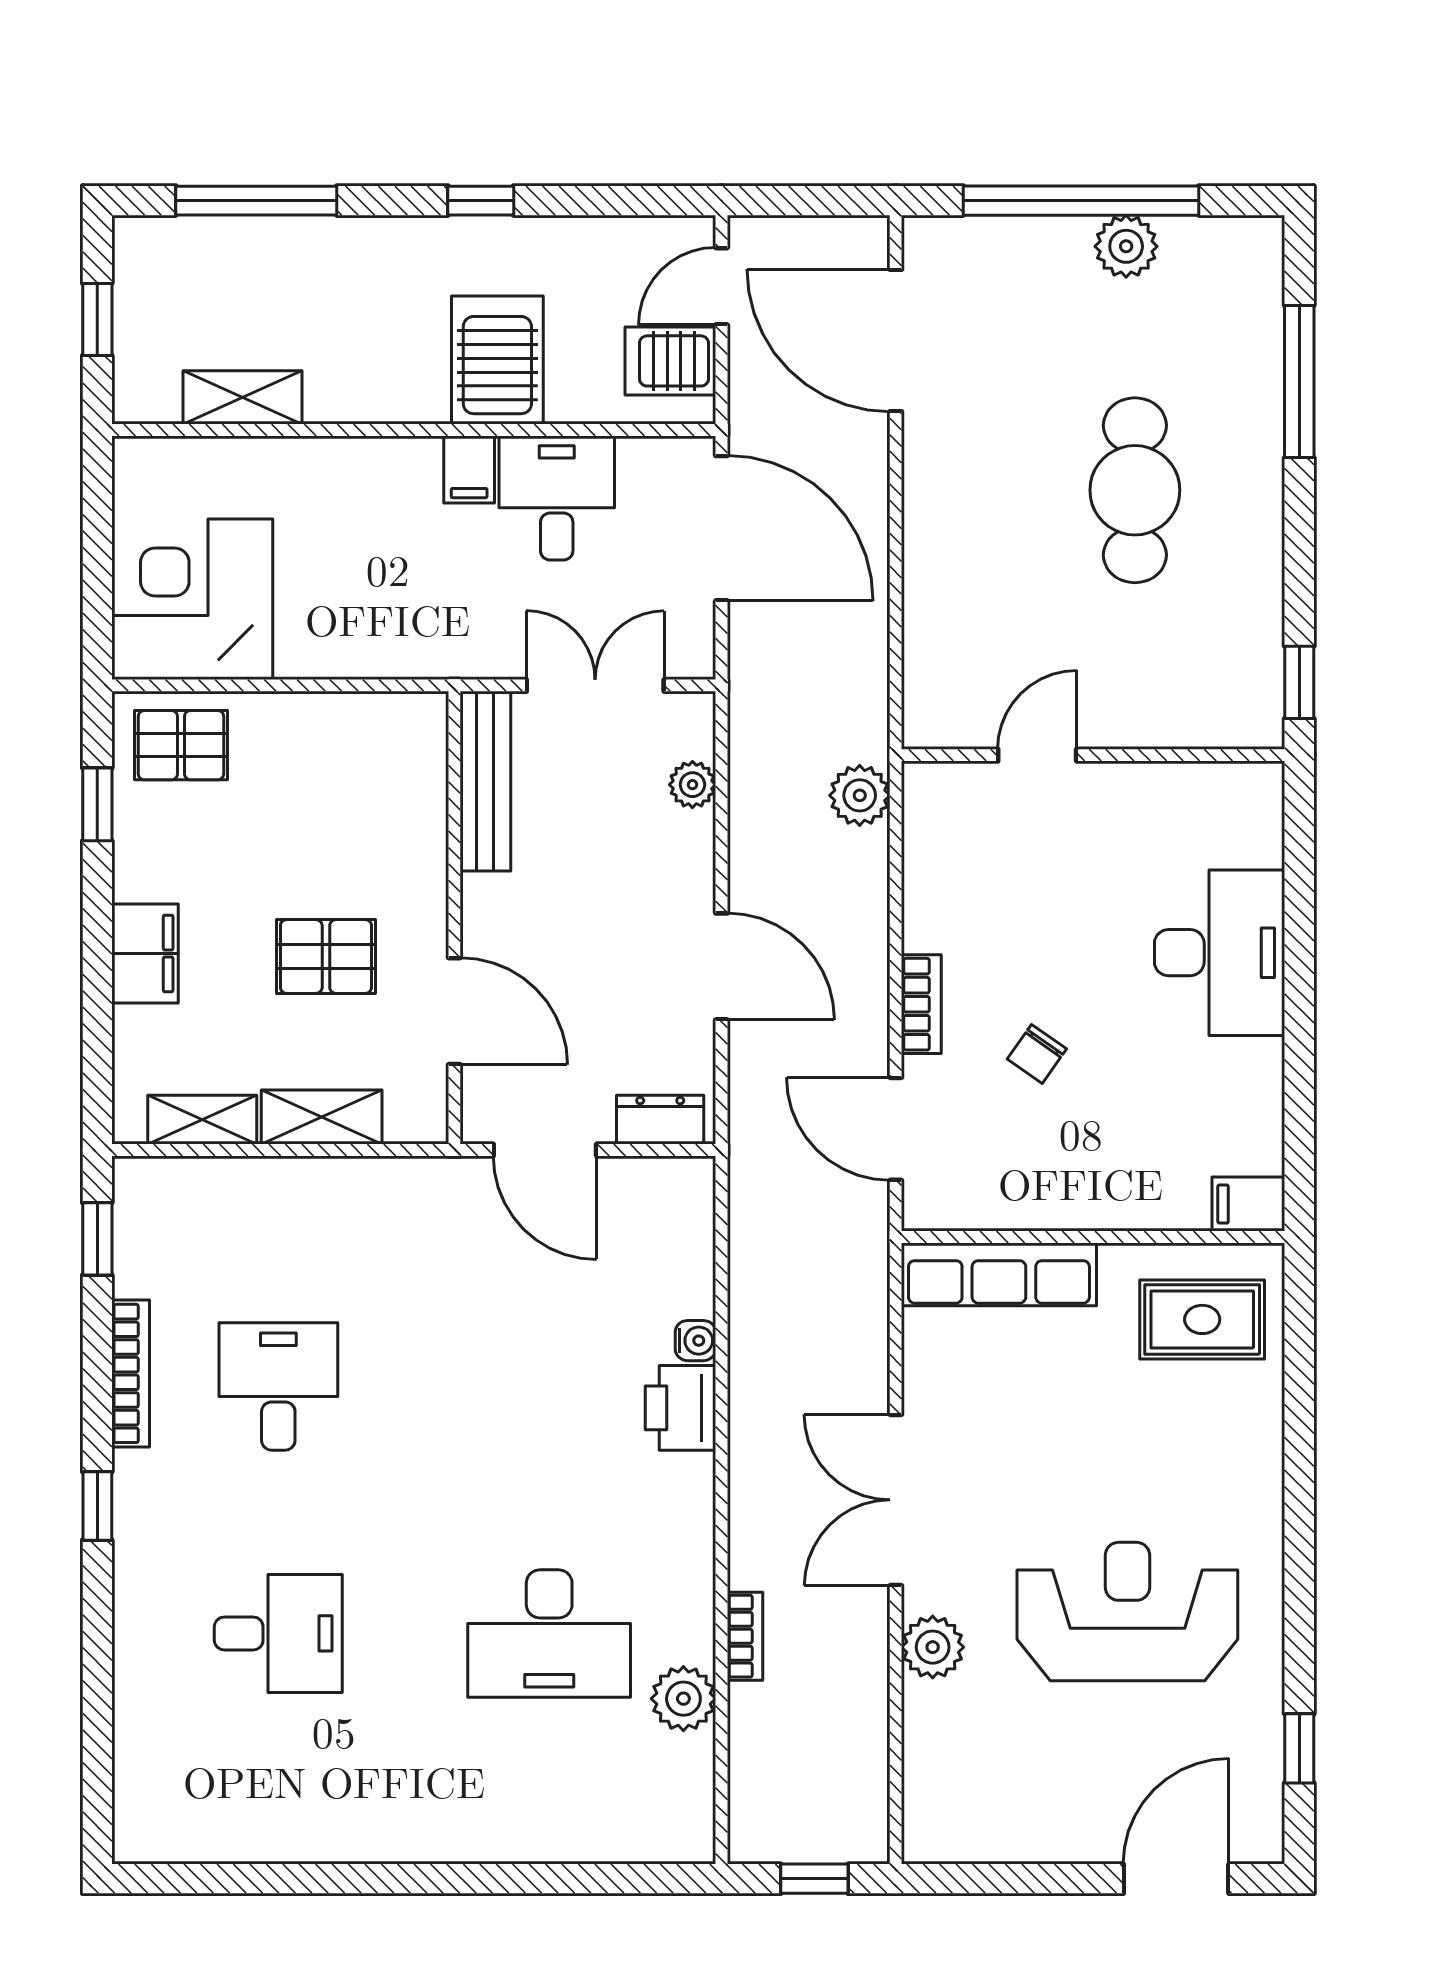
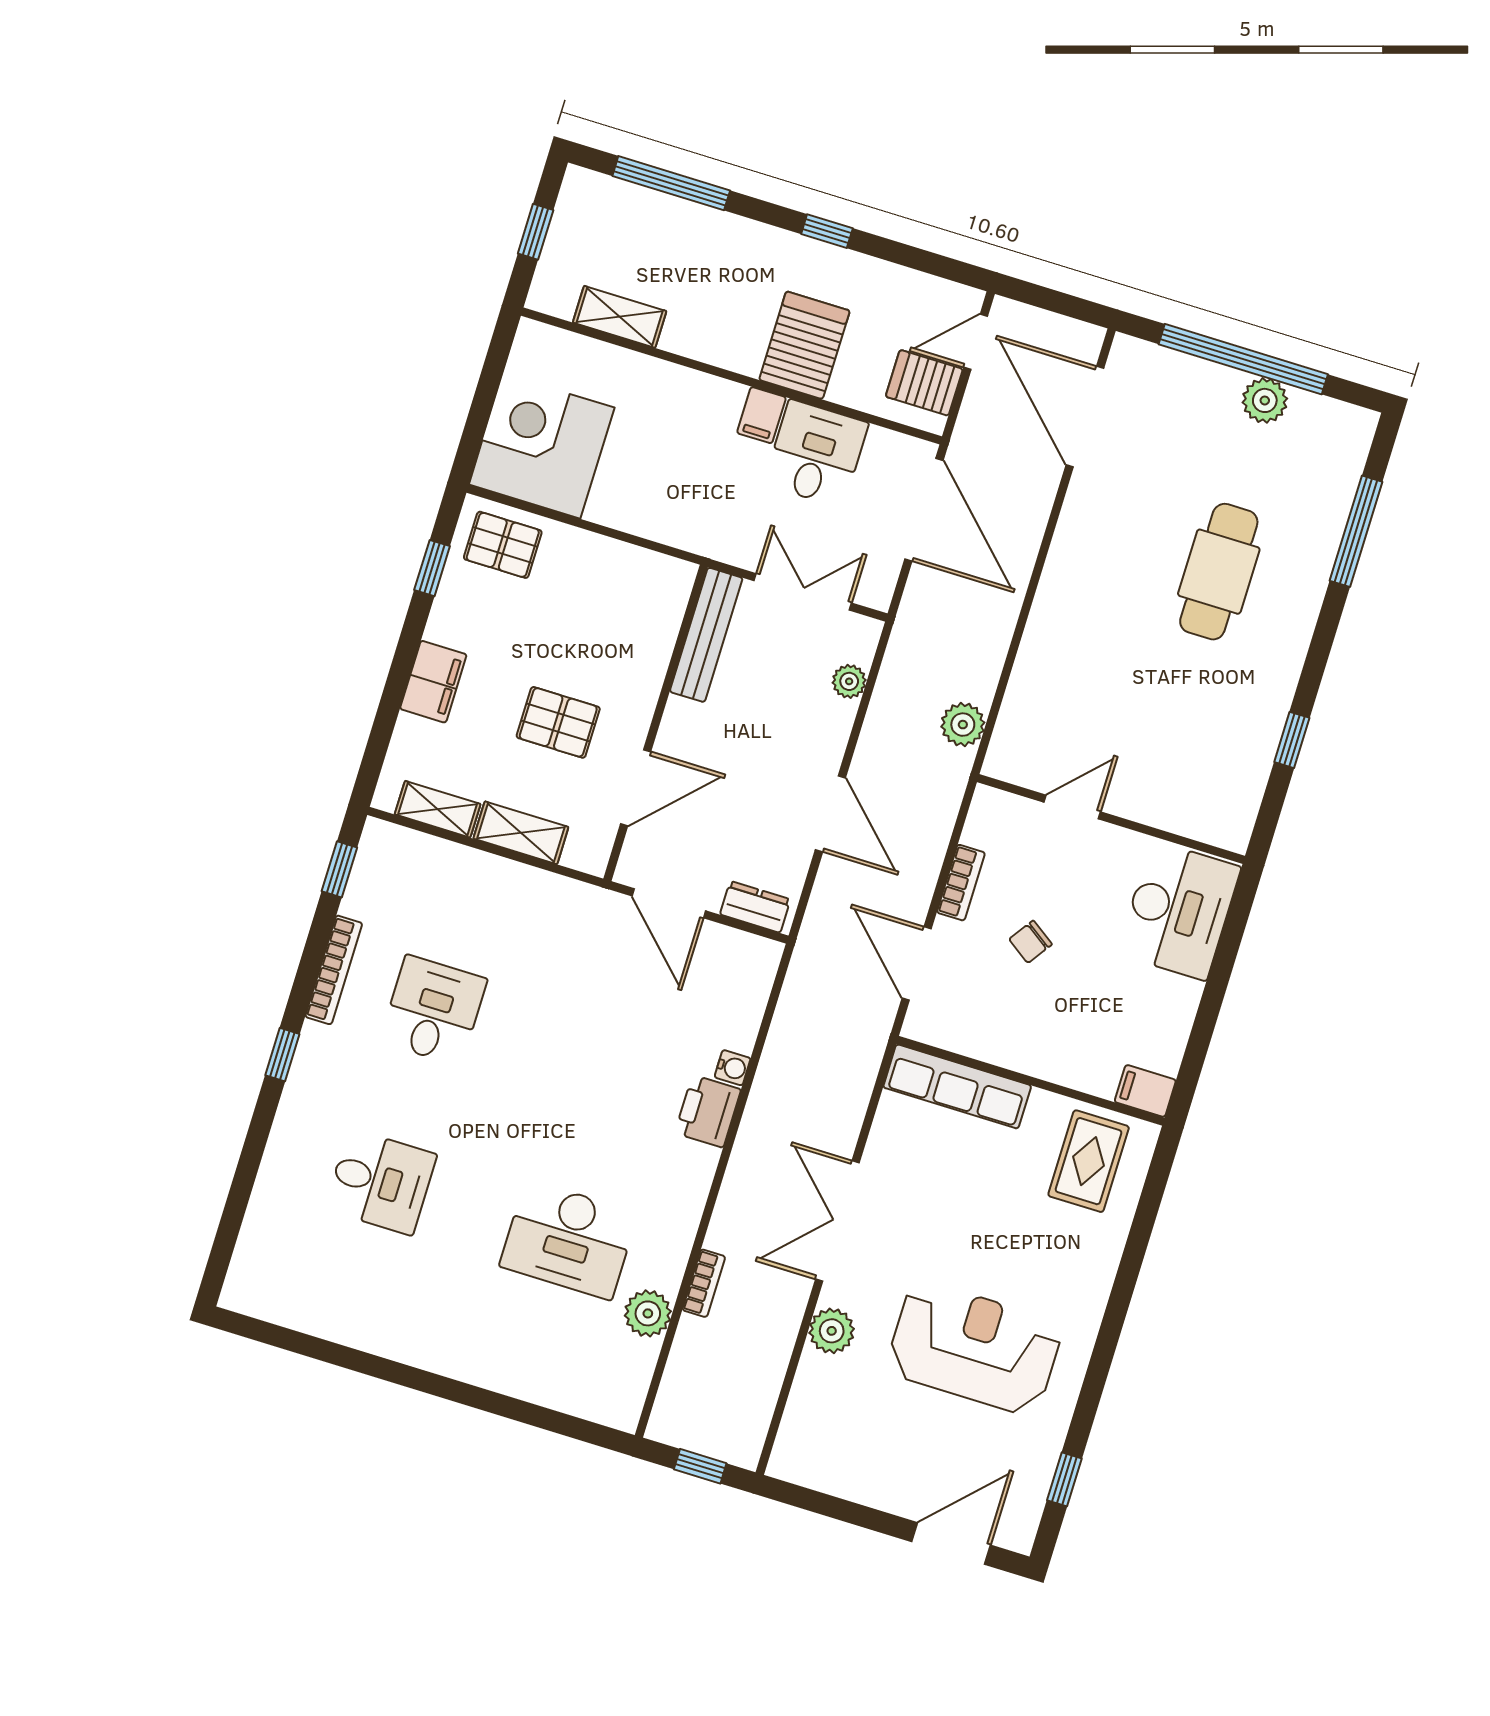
door: (1037, 755) -> (1072, 807), moved
wall: (1093, 755) -> (1111, 819), moved
door: (454, 1011) -> (636, 788), hinge flipped
rug: (1202, 1319) -> (1089, 1161), turned 90

